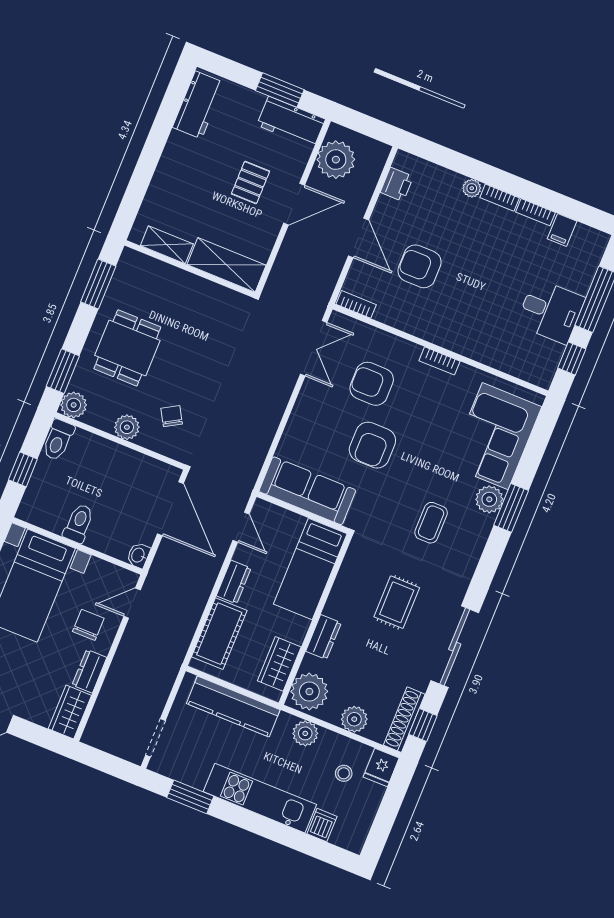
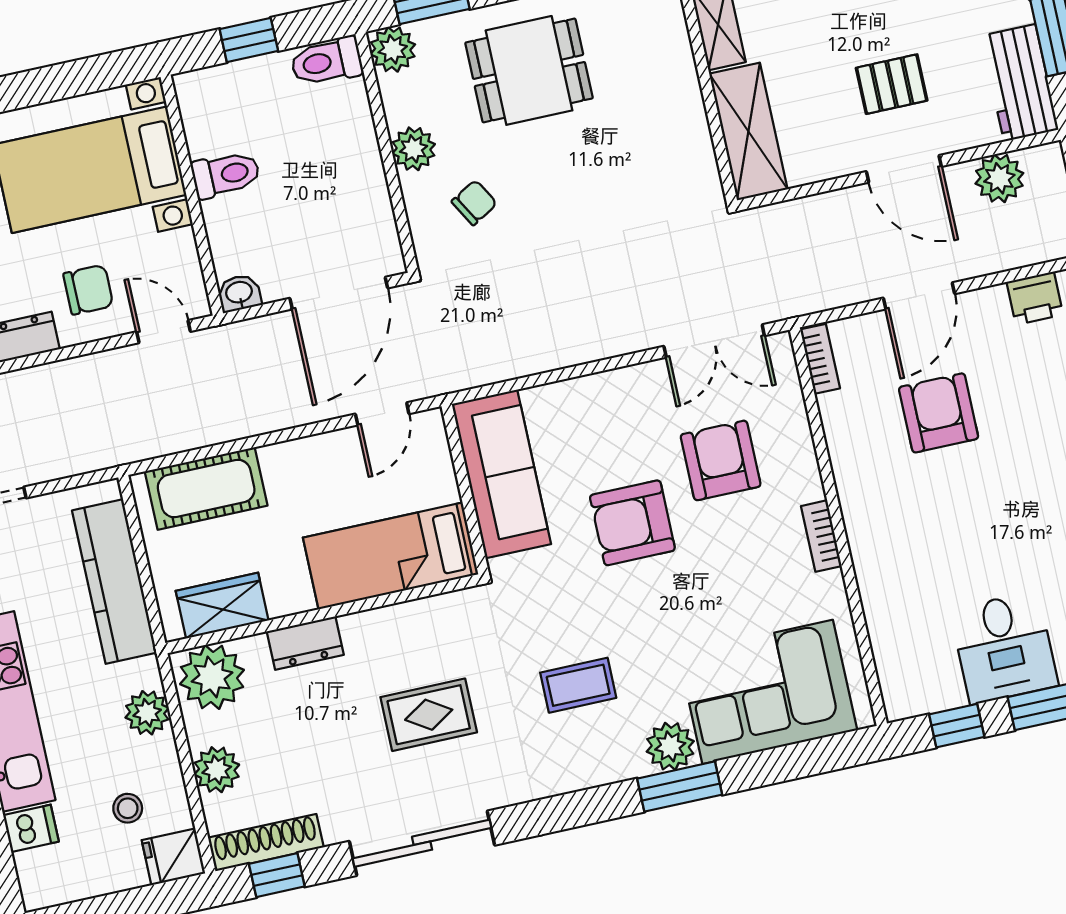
plant: (336, 160) -> (999, 178), width x0.73, depth x0.73
dresser: (234, 582) -> (296, 458), removed

